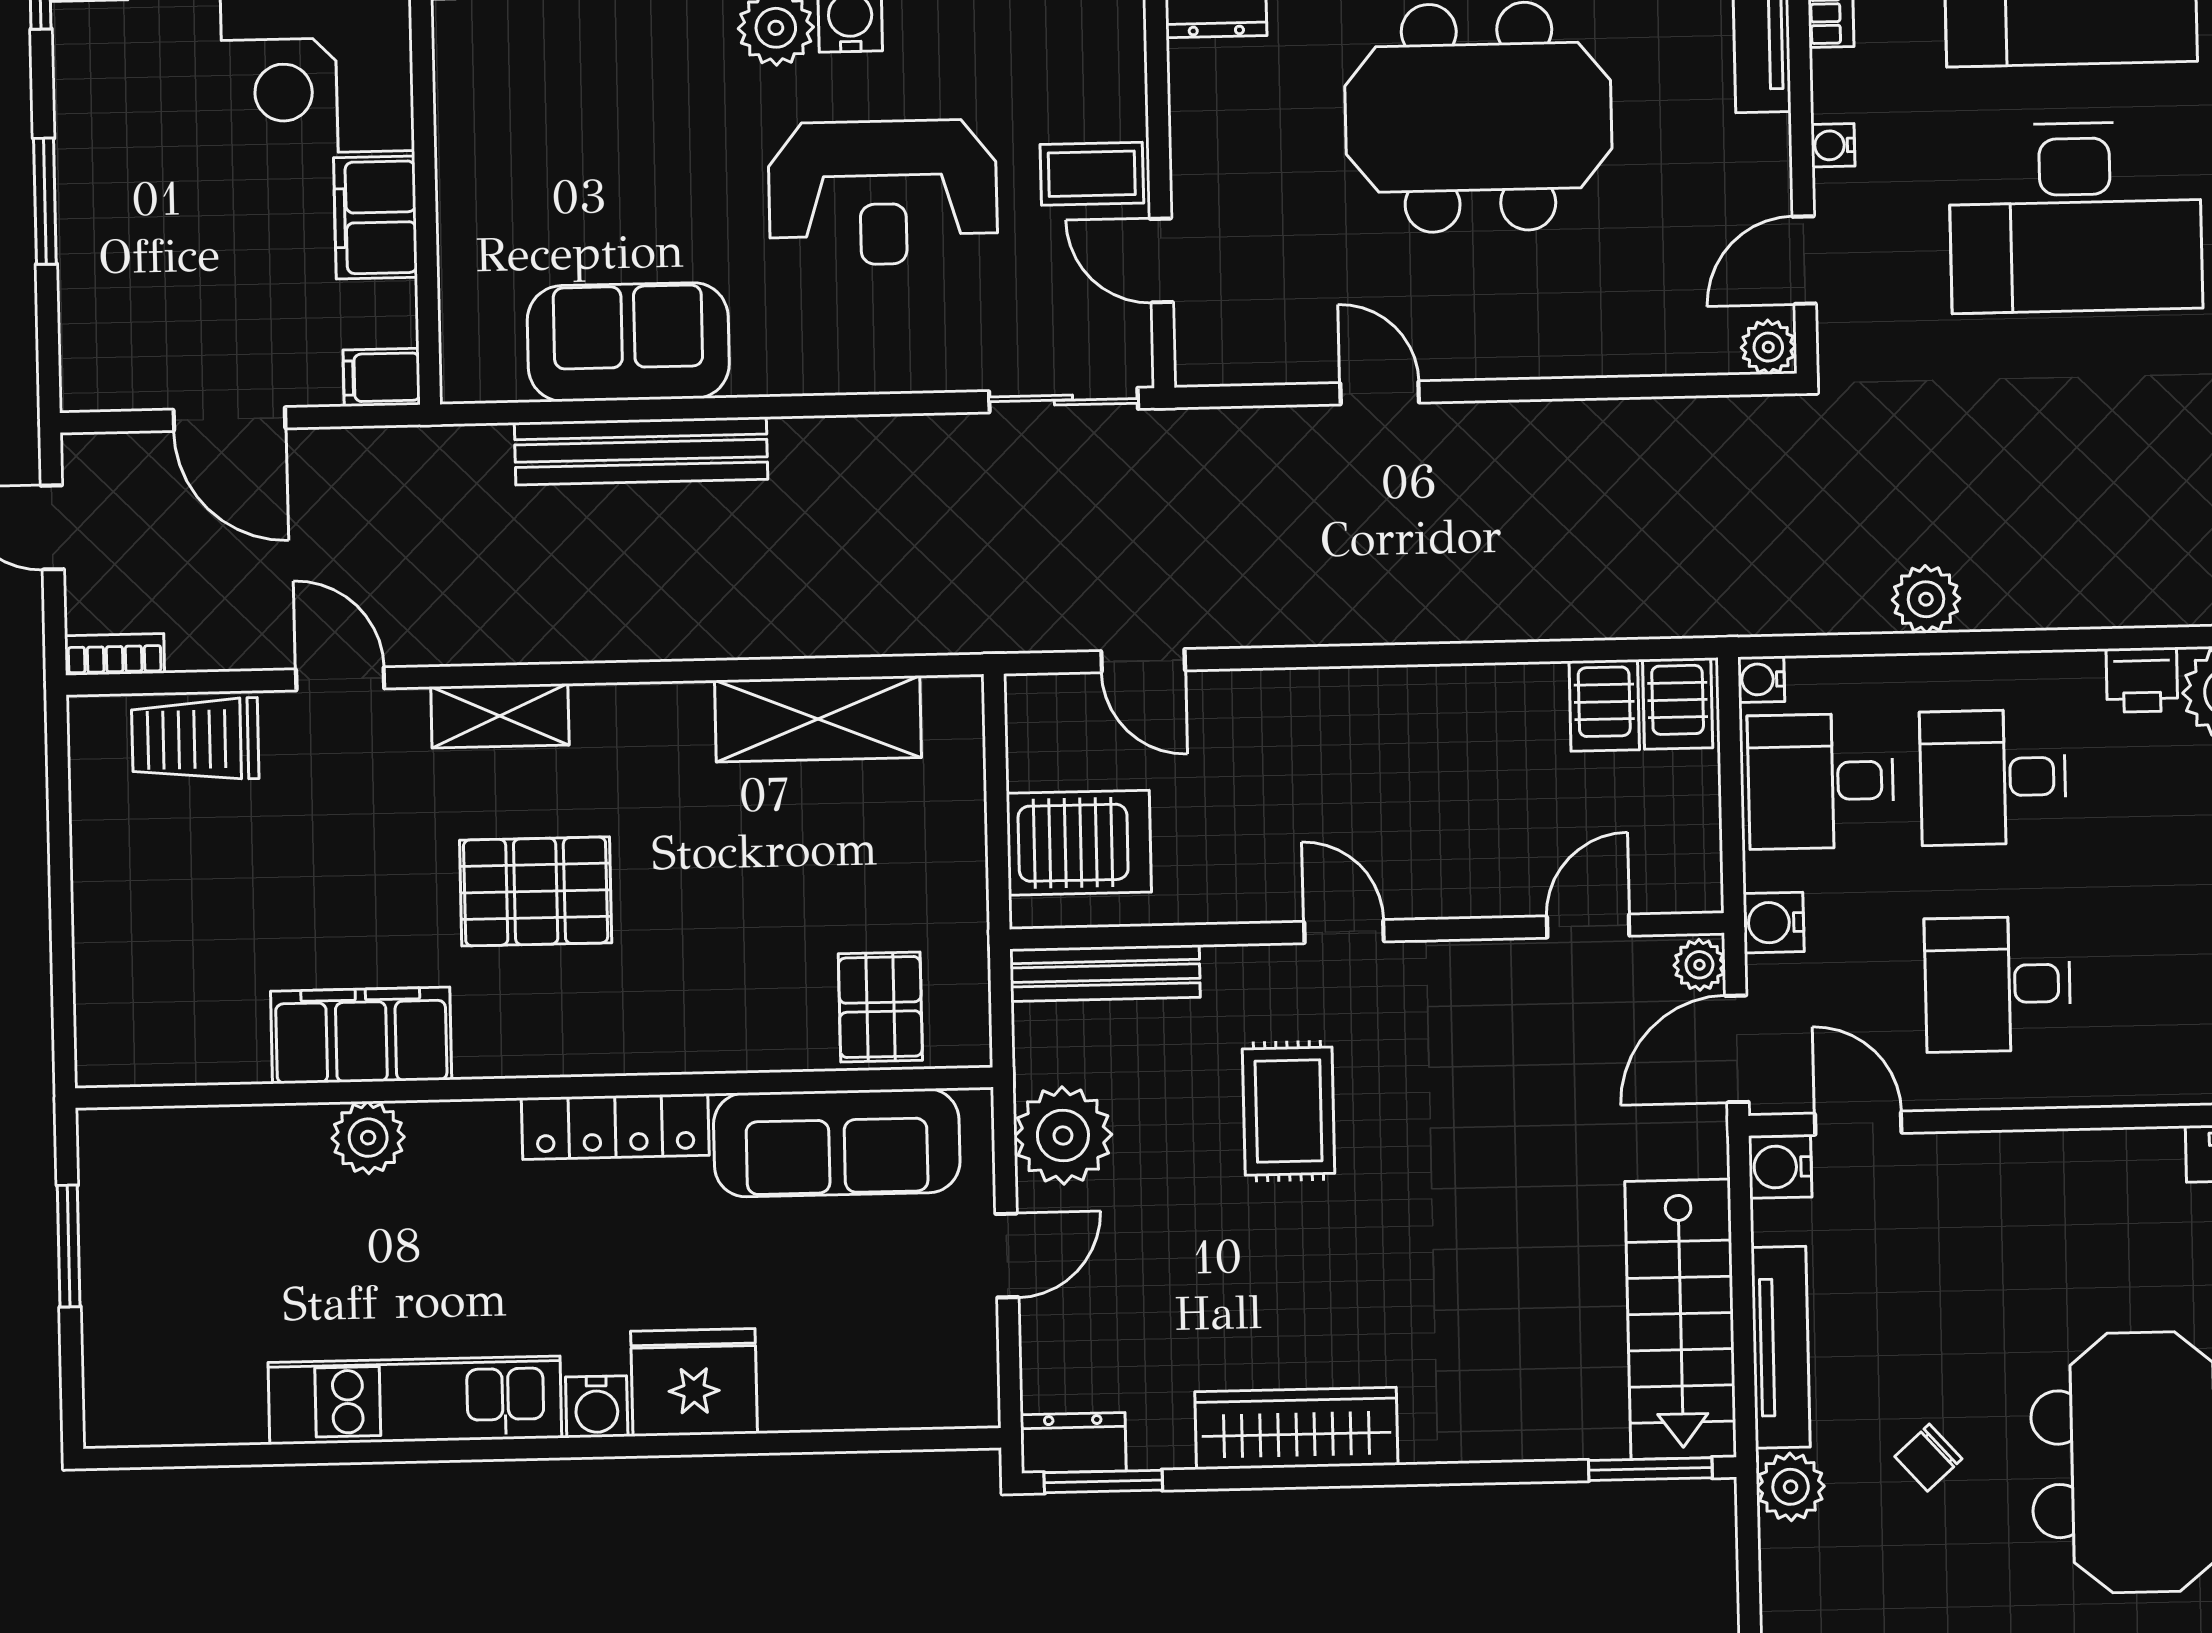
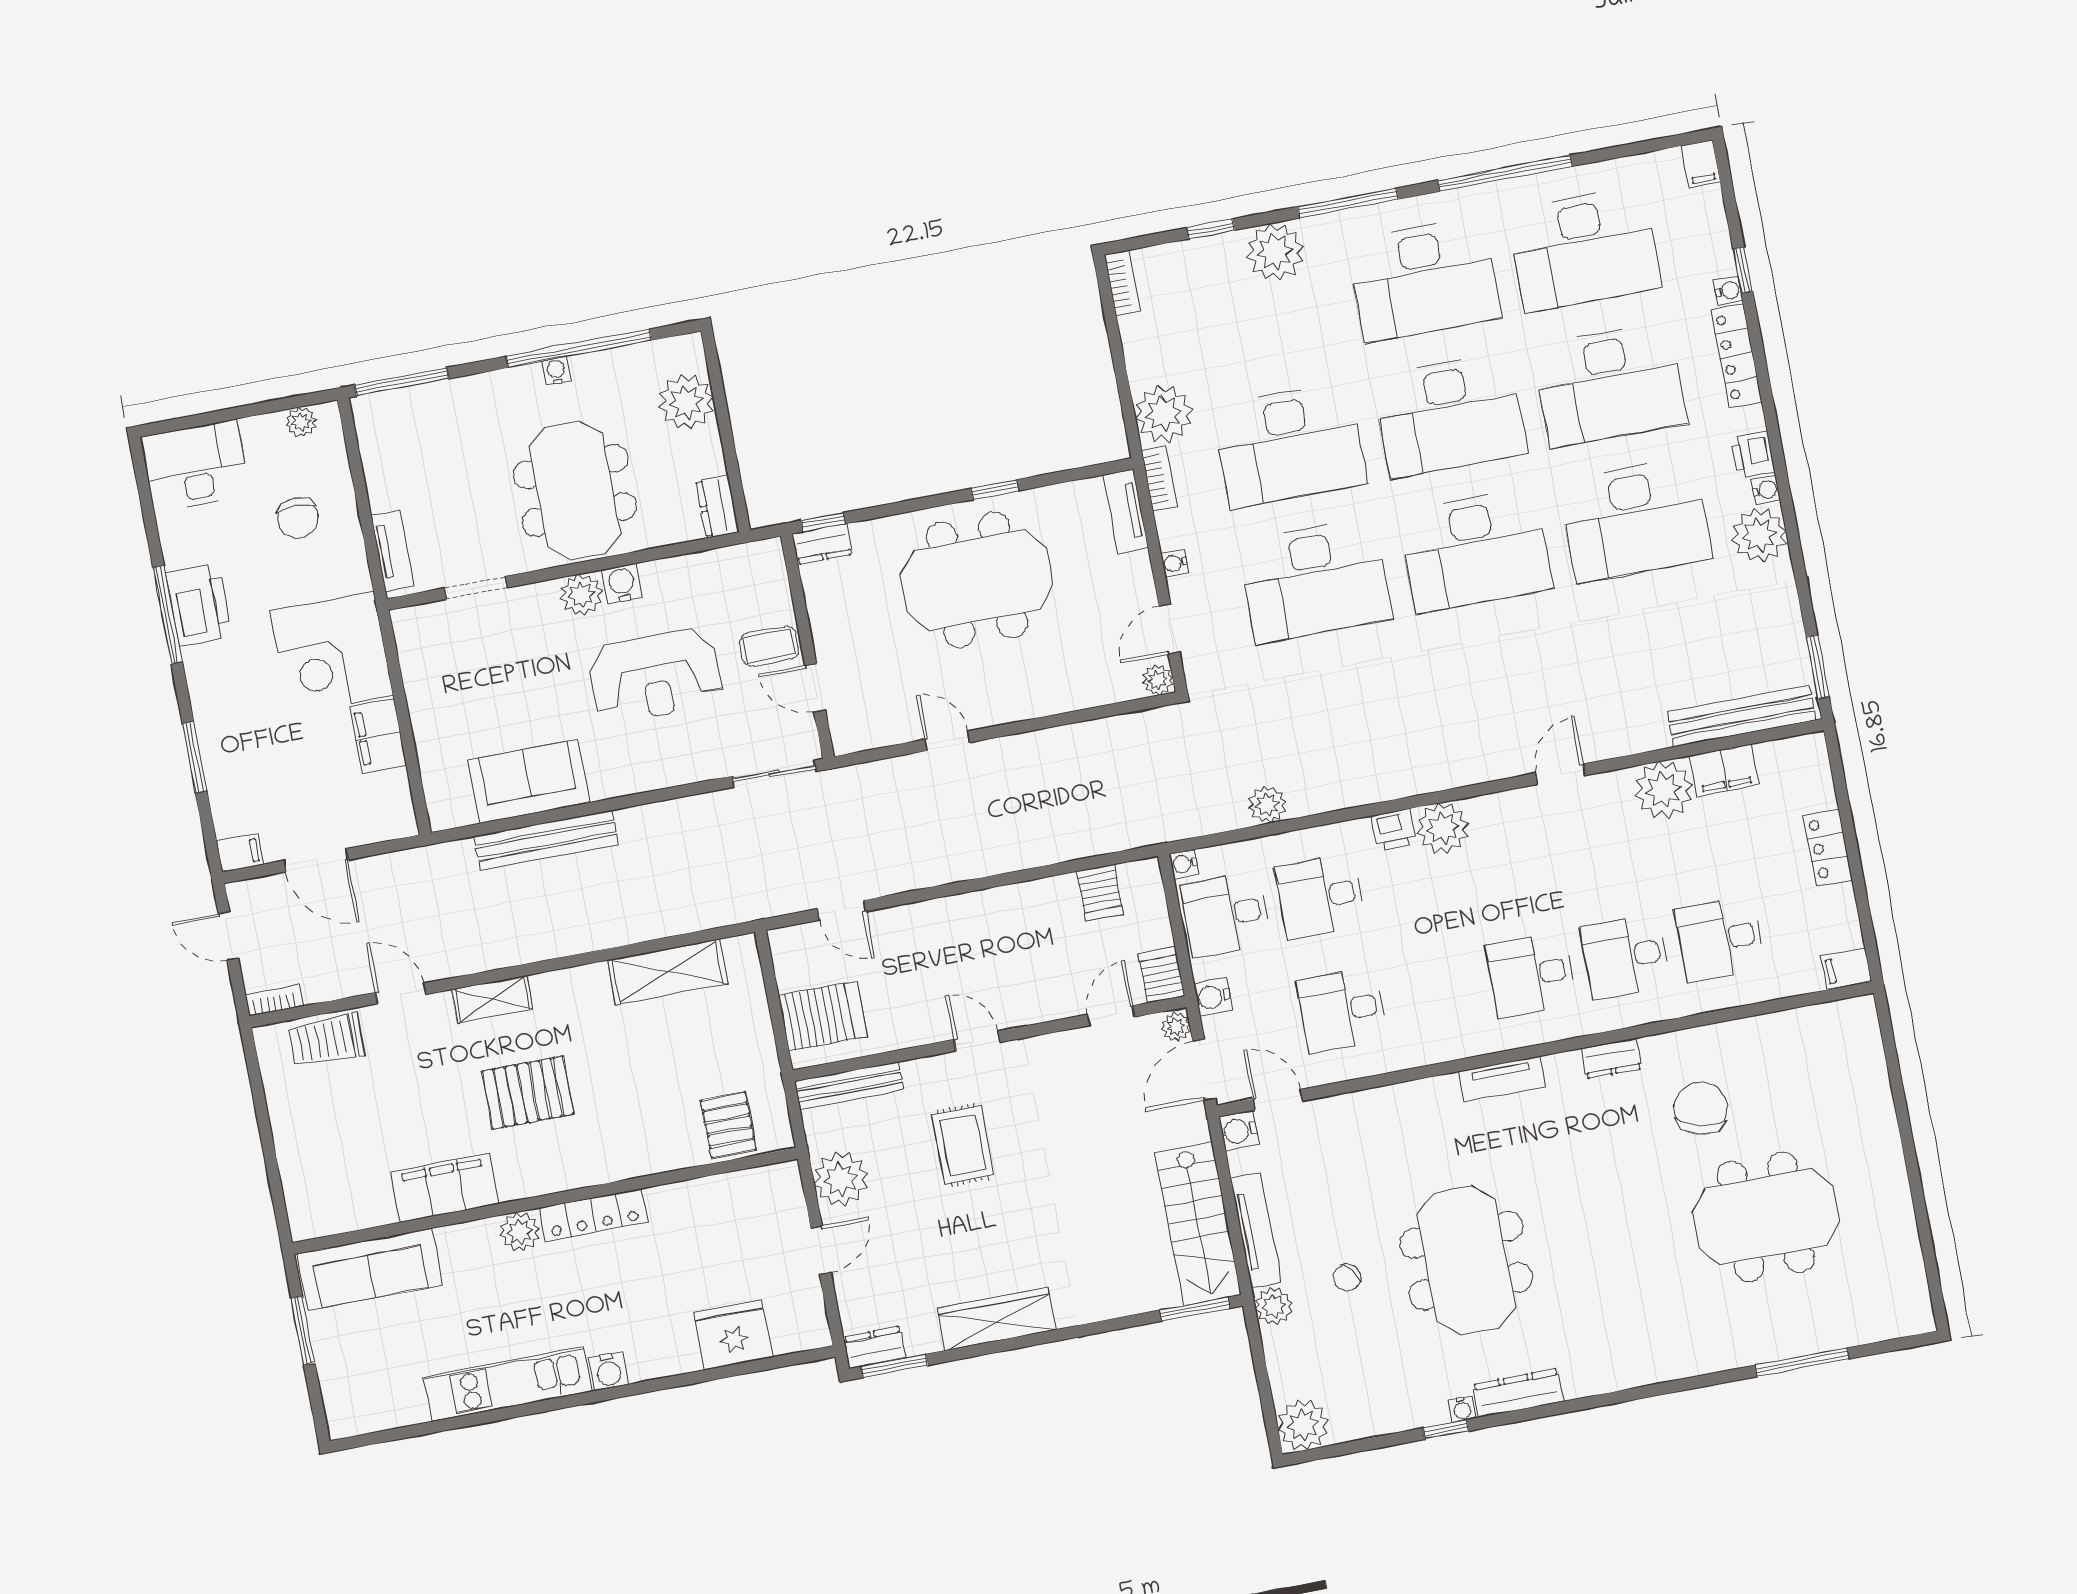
filing cabinet: (382, 377) -> (240, 853), moved, turned 180
server rack: (1678, 703) -> (1161, 975), moved, turned 180
plant: (368, 1138) -> (520, 1232), moved
sofa: (837, 1143) -> (370, 1269), moved
fridge: (694, 1382) -> (733, 1335), moved

